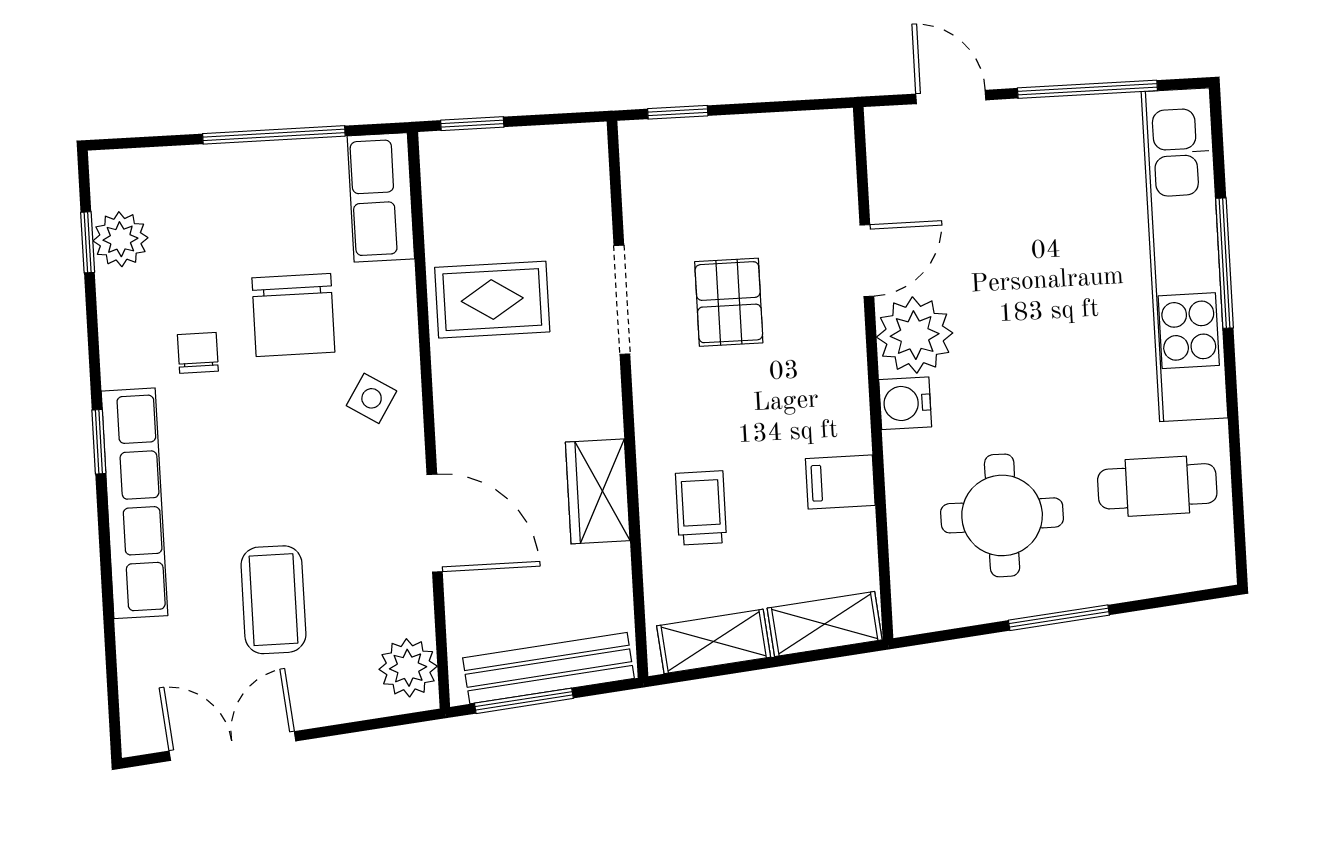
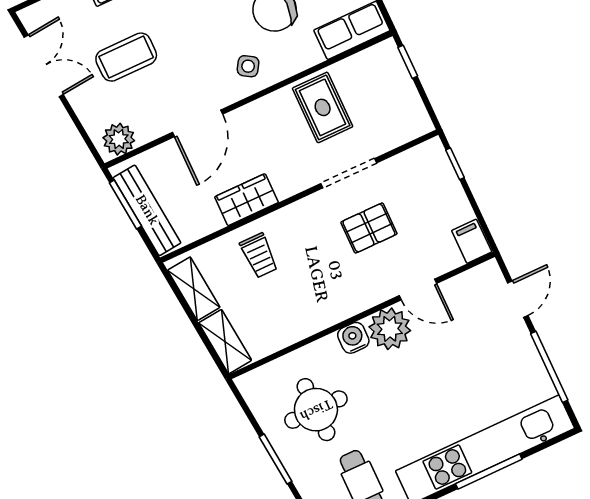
filing cabinet: (840, 482) -> (472, 241), moved
trolley: (701, 508) -> (259, 255), turned 90

